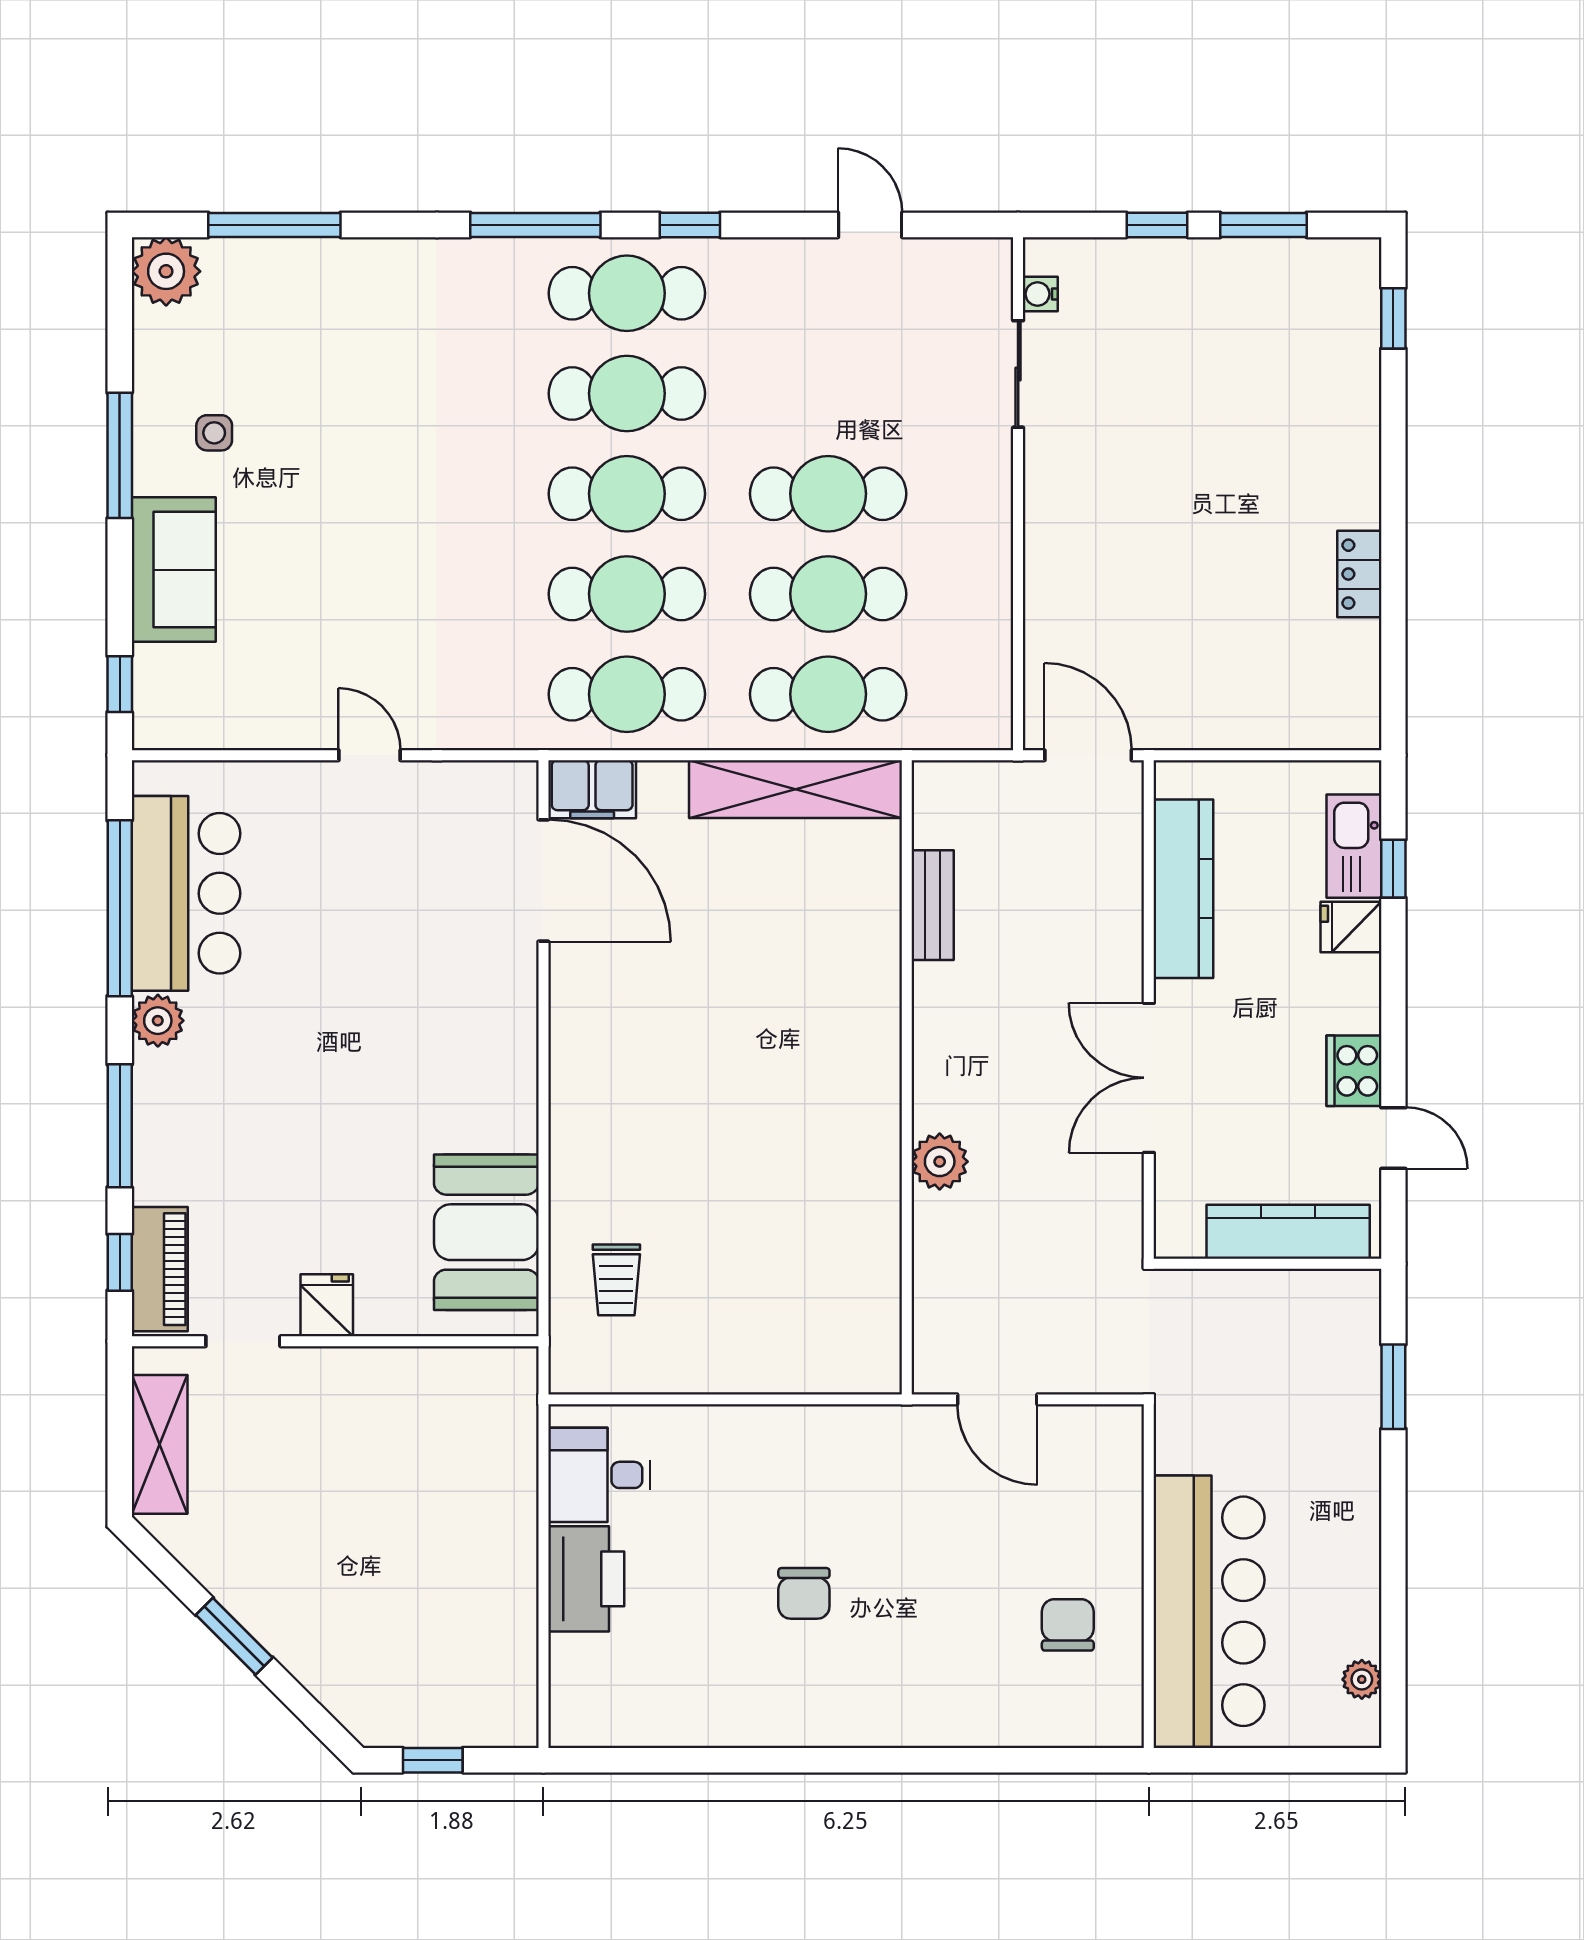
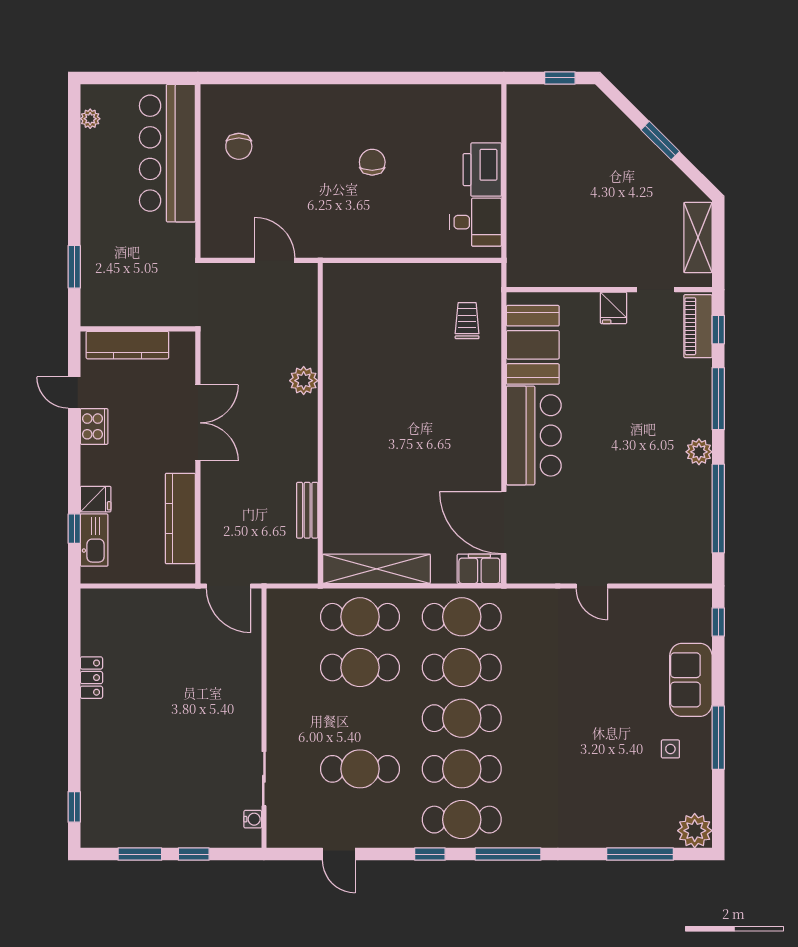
cafe table: (828, 494) -> (360, 769), moved
bar counter: (186, 893) -> (534, 435), moved, turned 180

